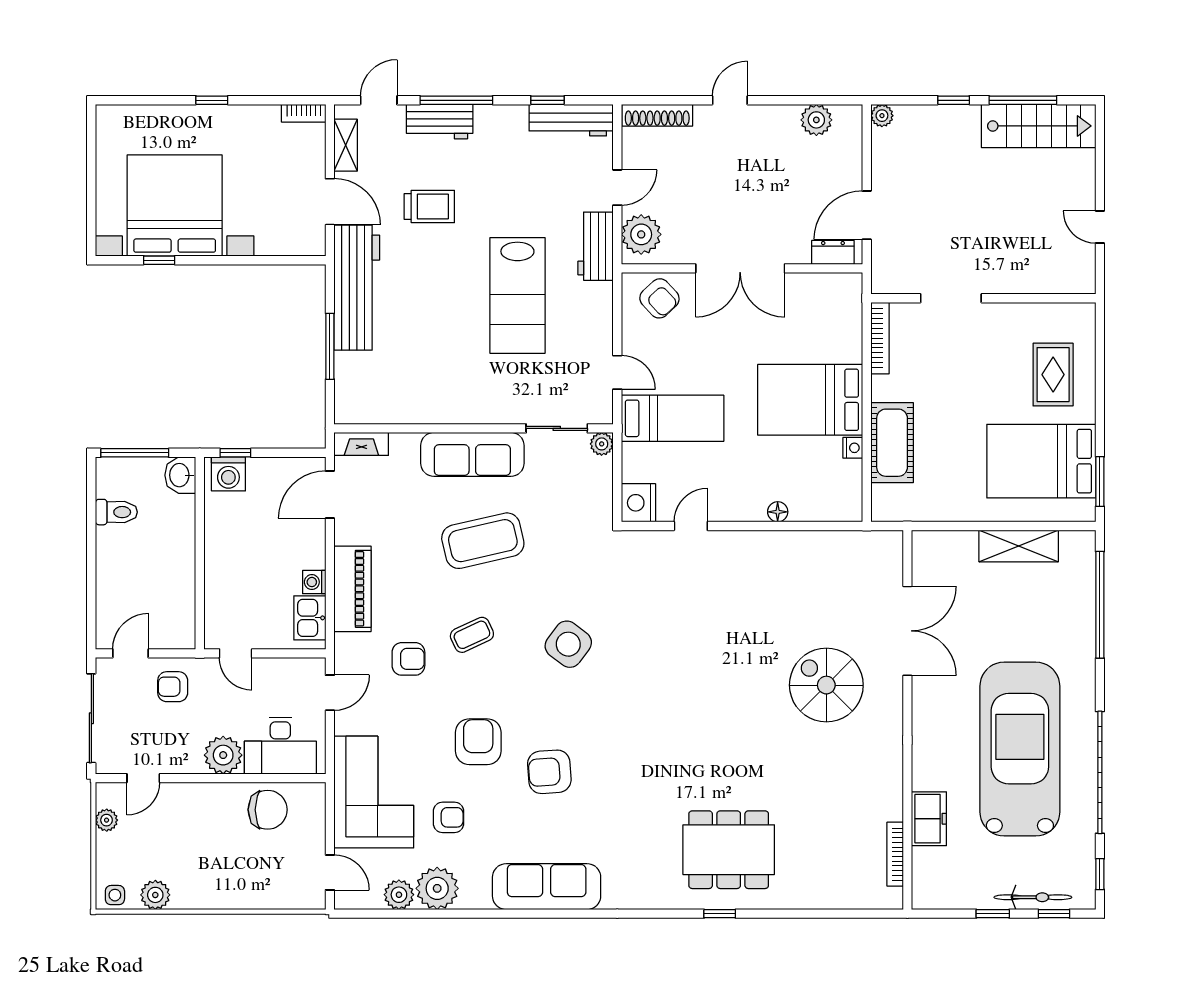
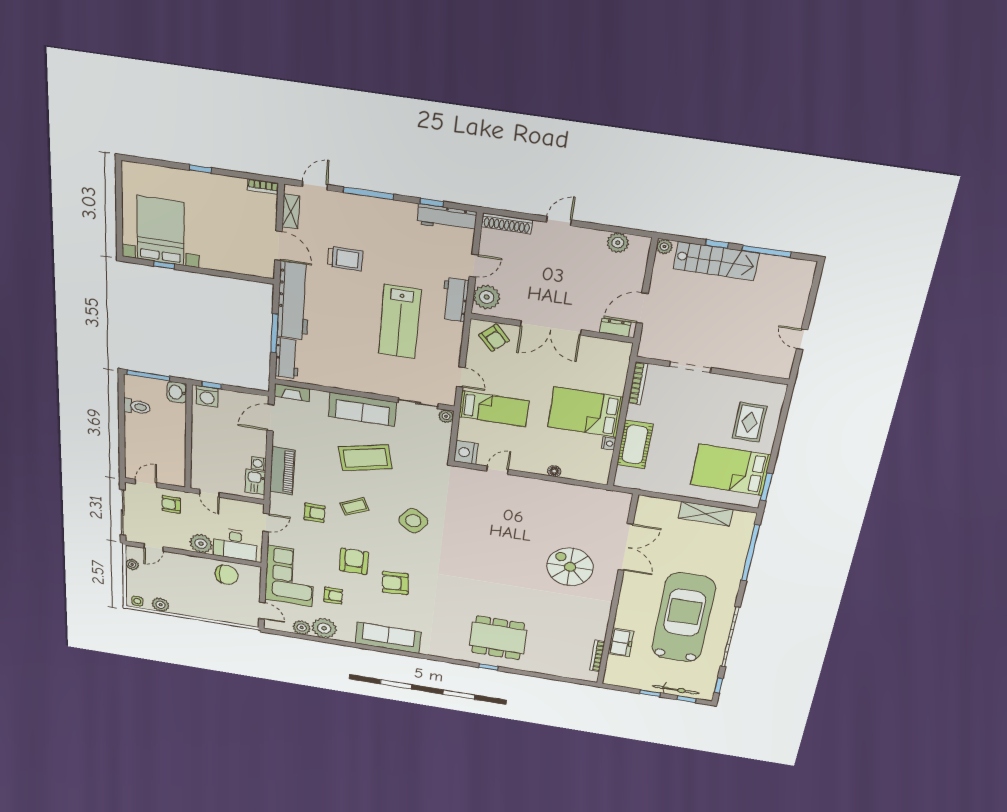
workbench: (440, 122) -> (287, 358), moved, turned -90
stairs: (1039, 126) -> (716, 261), moved
bed with nightstands: (175, 206) -> (161, 231), width x0.73

